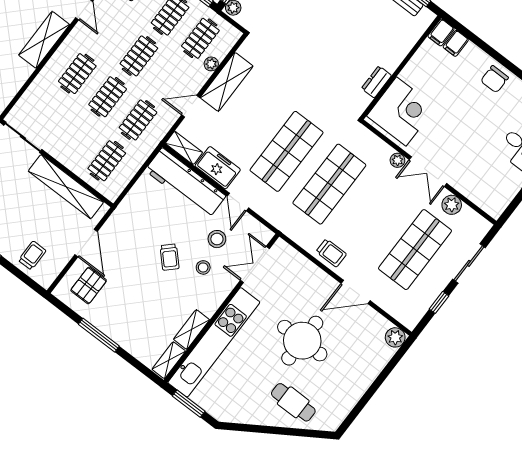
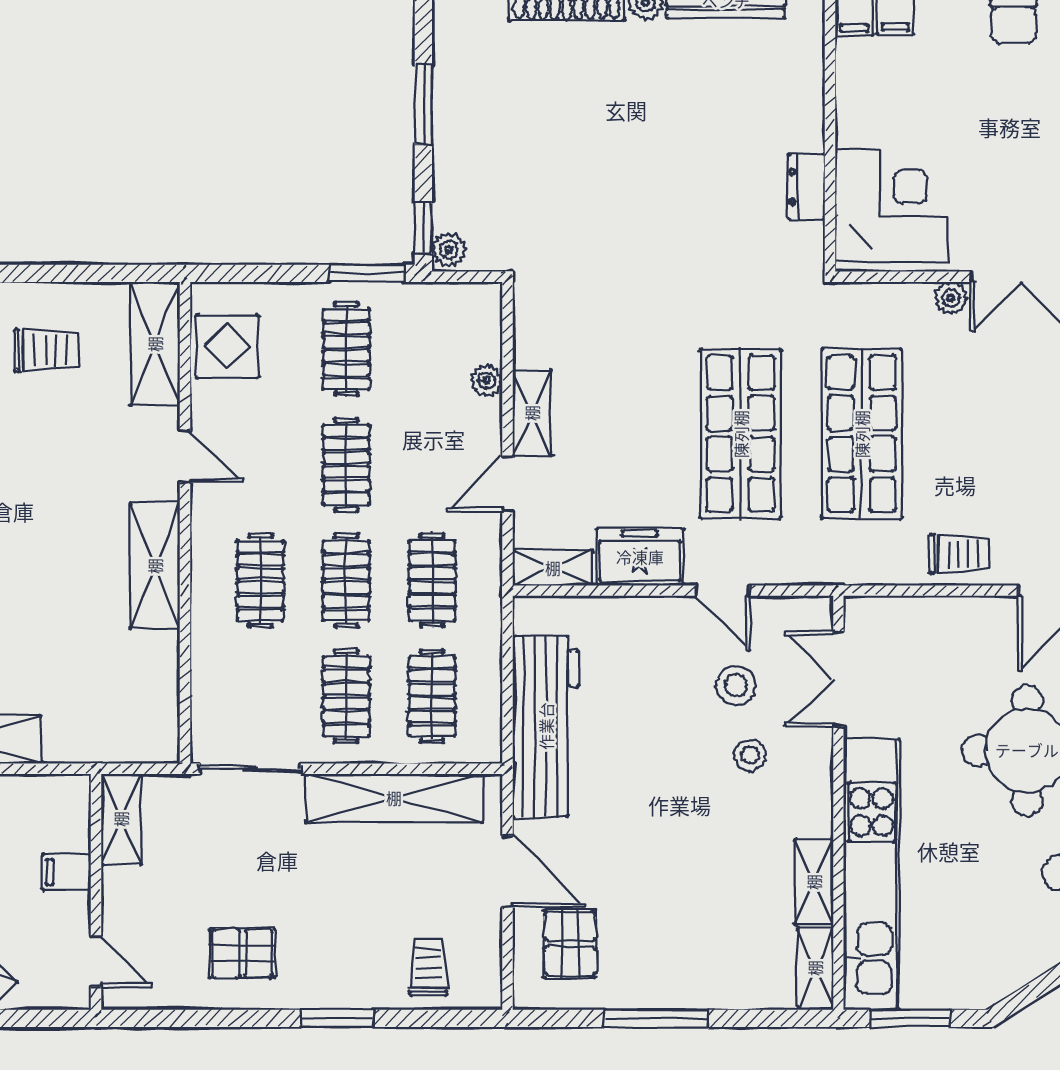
clothes rail: (200, 38) -> (346, 696), moved
shelving: (227, 82) -> (532, 413), width x0.67, depth x0.75
workbench: (185, 183) -> (546, 726), moved, turned -90
trolley: (170, 257) -> (676, 783), removed

